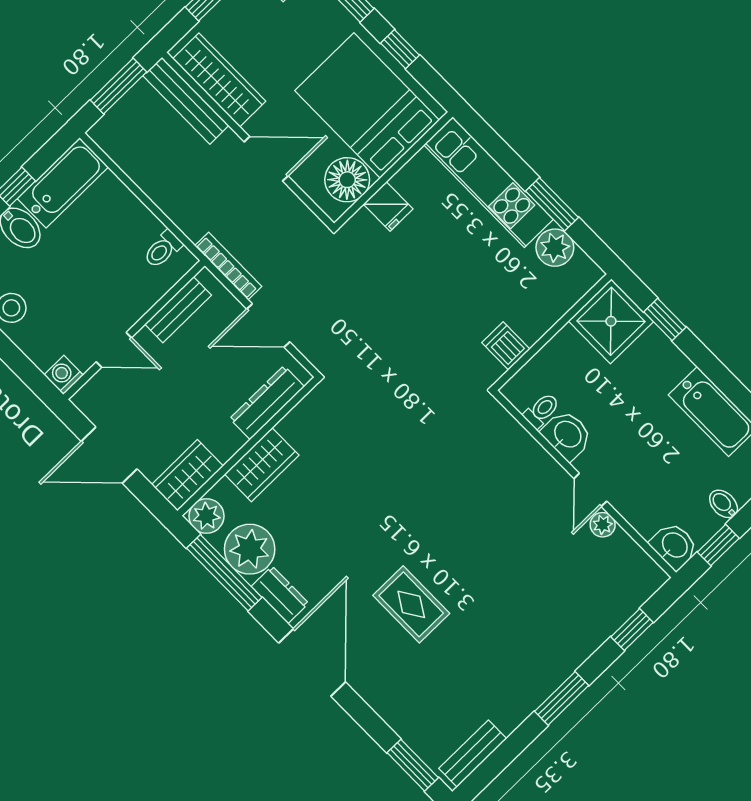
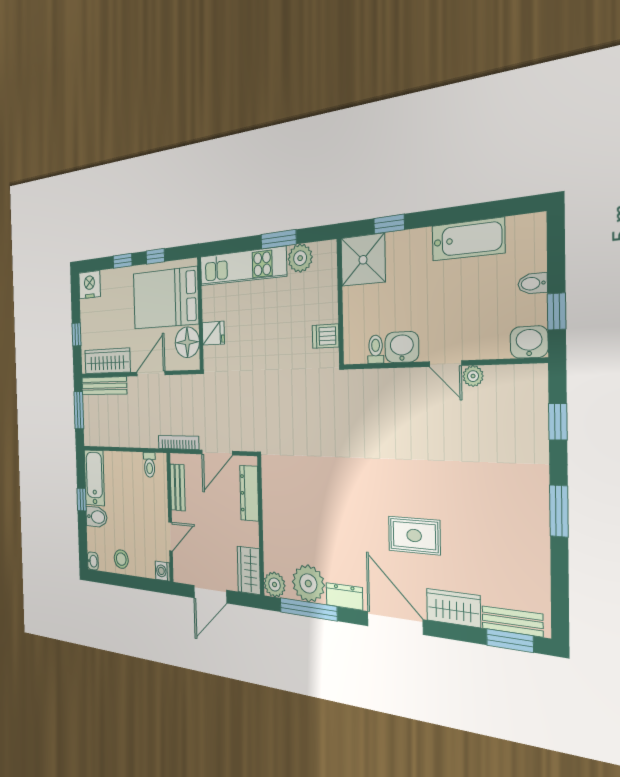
wardrobe: (262, 465) -> (453, 608), moved, turned -90
bench: (473, 754) -> (512, 621), moved, turned 90

